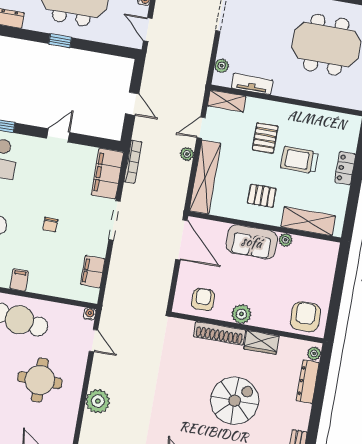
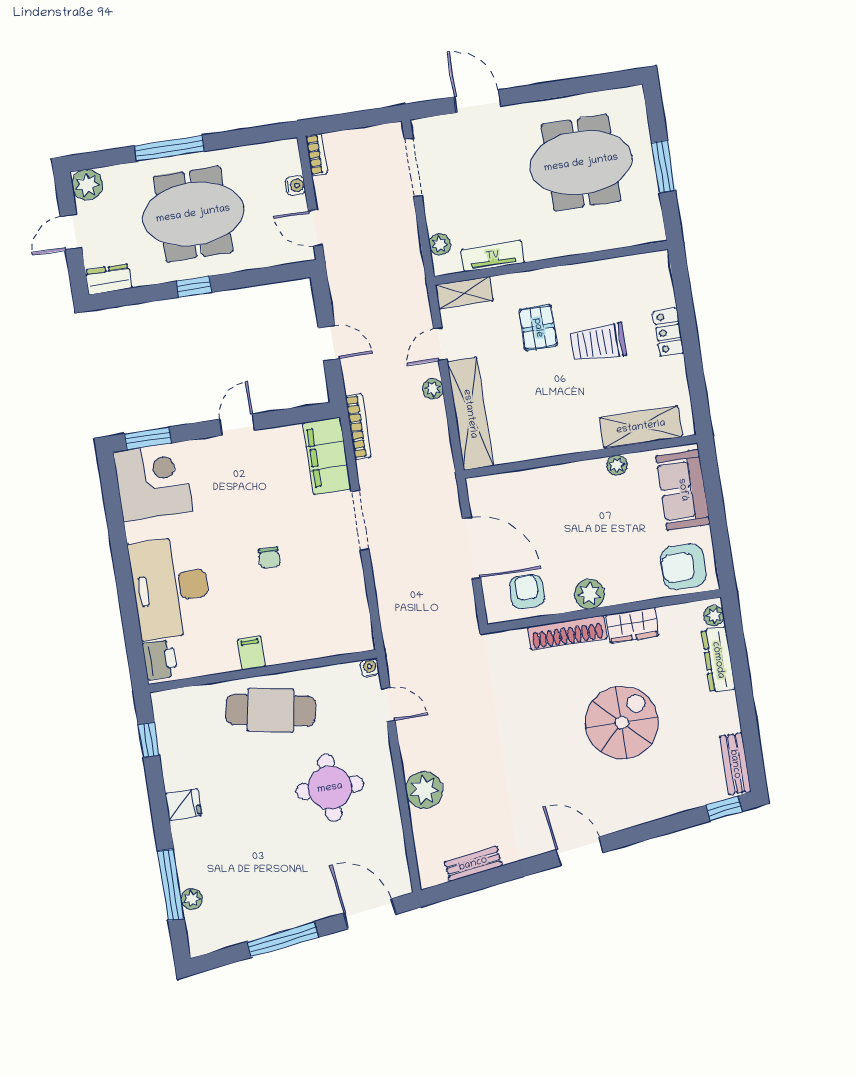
pallet: (262, 196) -> (561, 413), removed
door: (181, 240) -> (471, 548), moved
sofa: (252, 242) -> (683, 490), moved, turned 90
filing cabinet: (93, 272) -> (354, 605), removed
armchair: (305, 317) -> (683, 567), turned -90

